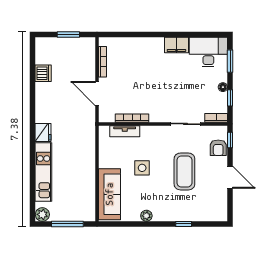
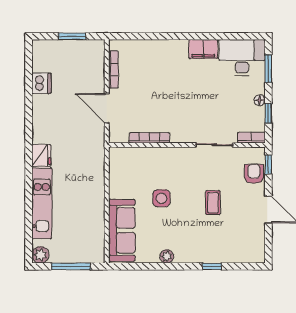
tv unit: (125, 131) -> (140, 154), removed
armchair: (218, 148) -> (254, 174), turned 180
coffee table: (184, 171) -> (213, 203), width x0.54, depth x0.58

